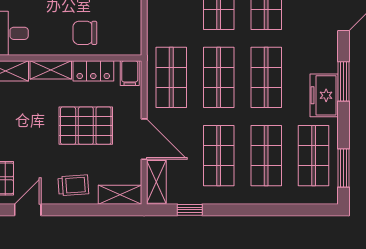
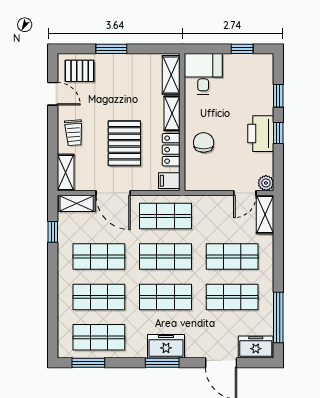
freezer: (324, 95) -> (166, 346), moved
door: (144, 139) -> (113, 193), hinge flipped

